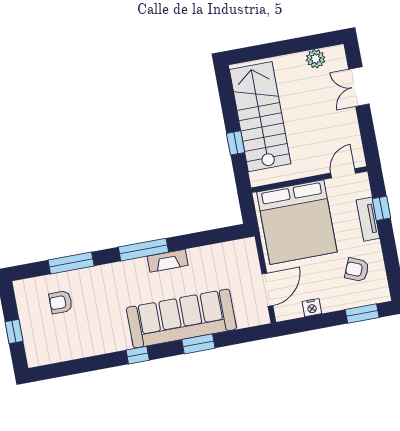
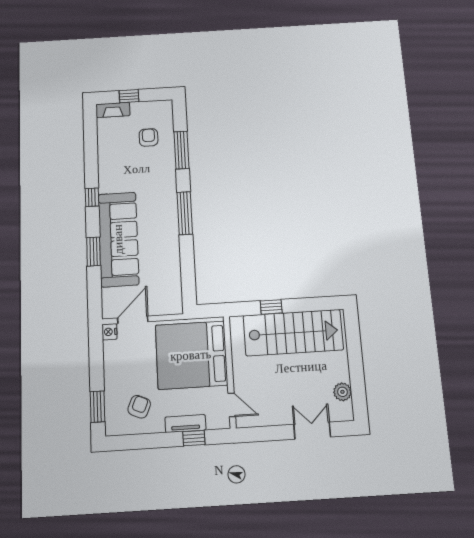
fireplace: (168, 261) -> (113, 110), moved, turned -90
door: (267, 290) -> (133, 320), swing flipped
nightstand: (312, 308) -> (109, 332), moved

